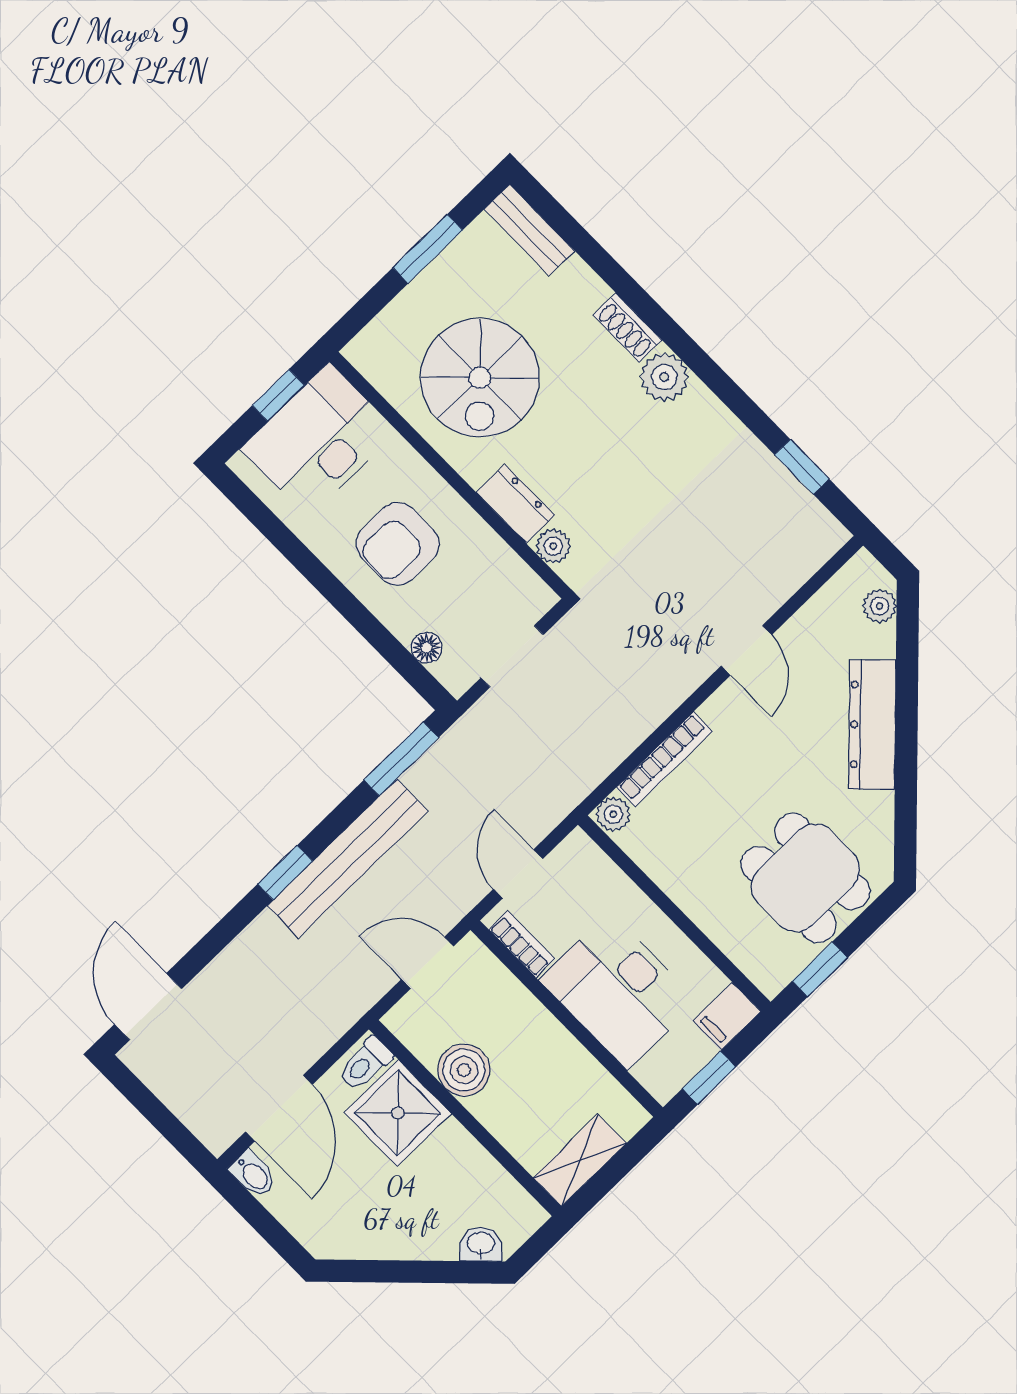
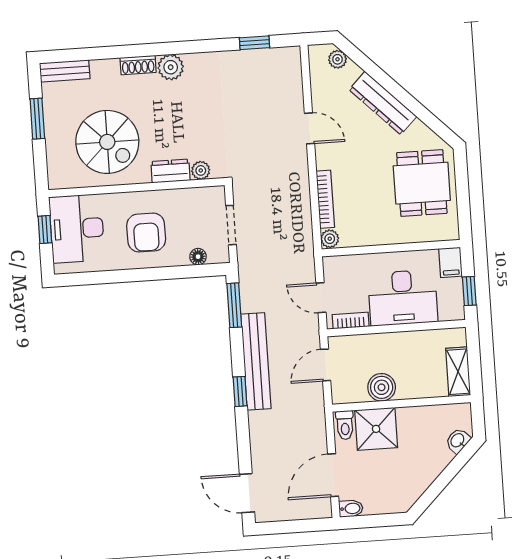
dining table: (805, 878) -> (422, 183), turned 90
window: (820, 969) -> (464, 209), removed
door: (279, 1108) -> (333, 475), swing flipped

